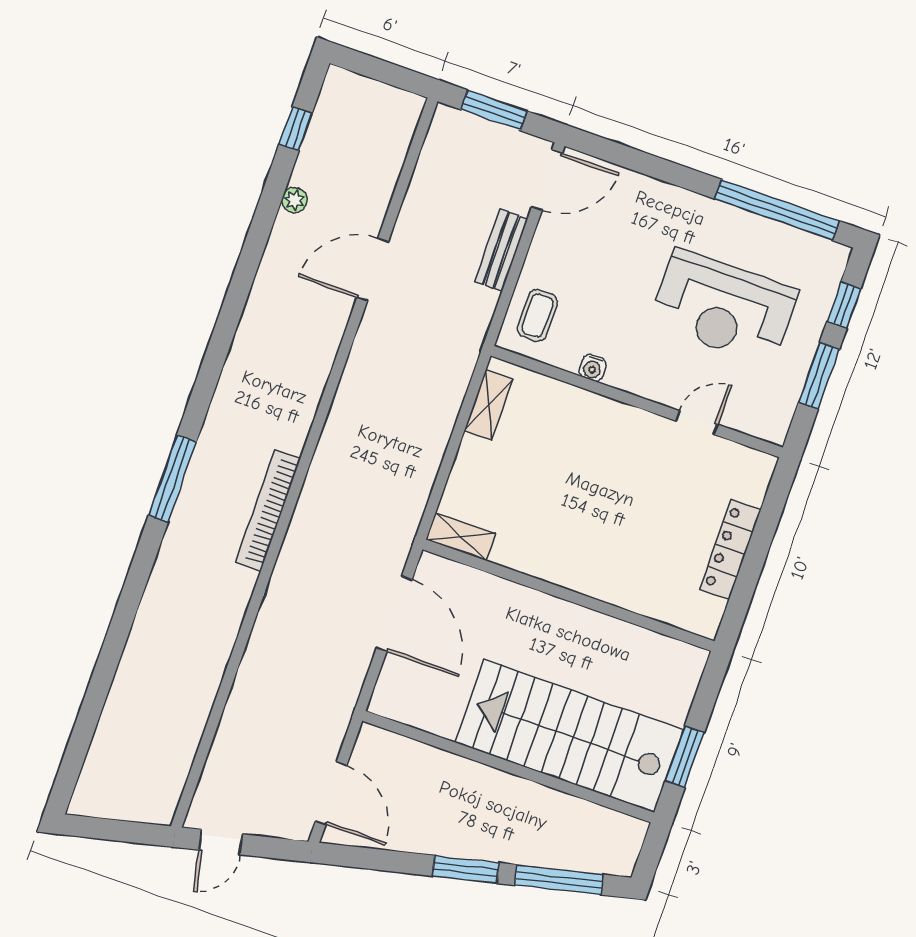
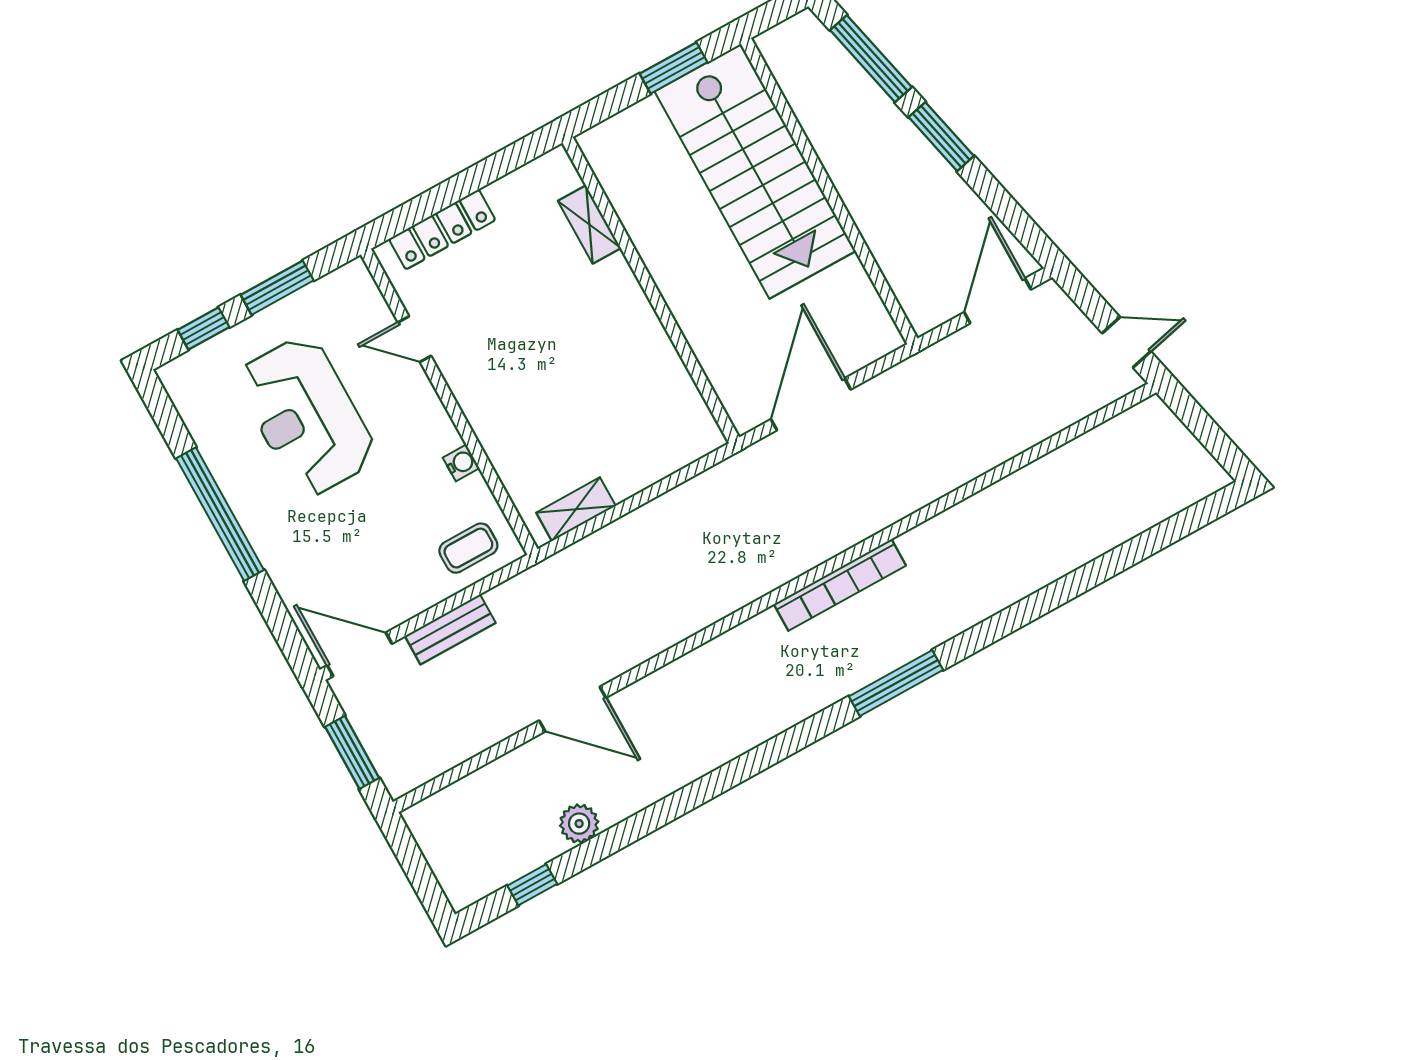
plant: (295, 200) -> (579, 824), width x1.38, depth x1.38
window: (777, 210) -> (220, 514), moved
reception desk: (723, 307) -> (306, 416), turned 180
shelving: (461, 537) -> (589, 224), moved
locker: (730, 549) -> (442, 229), moved

